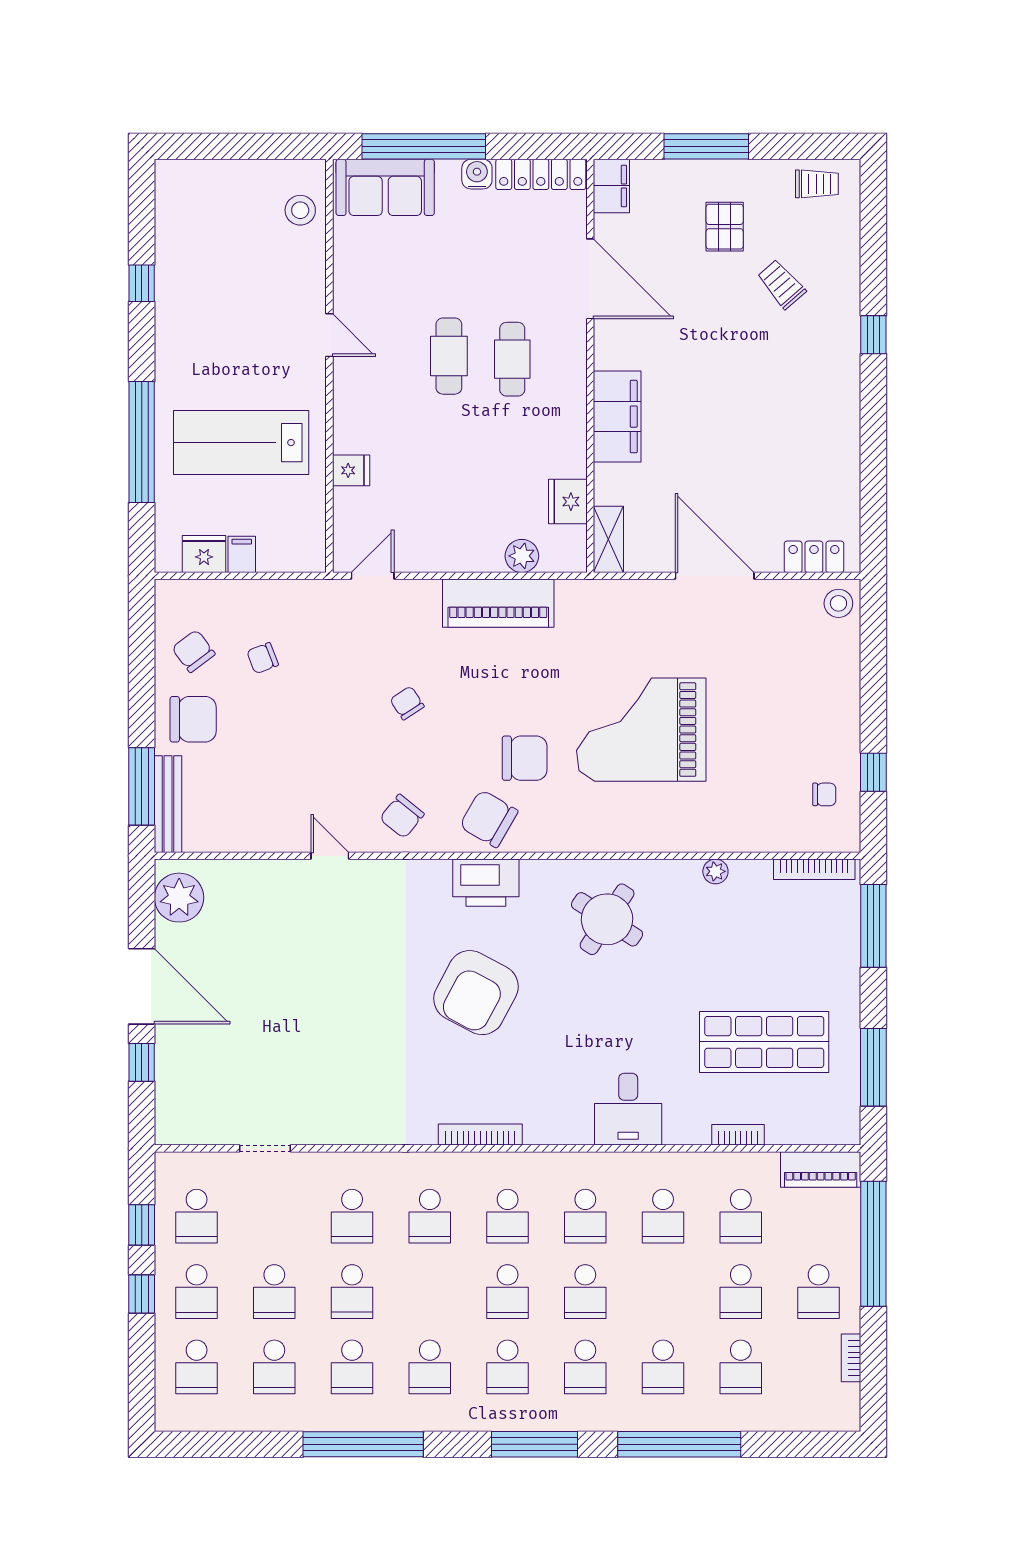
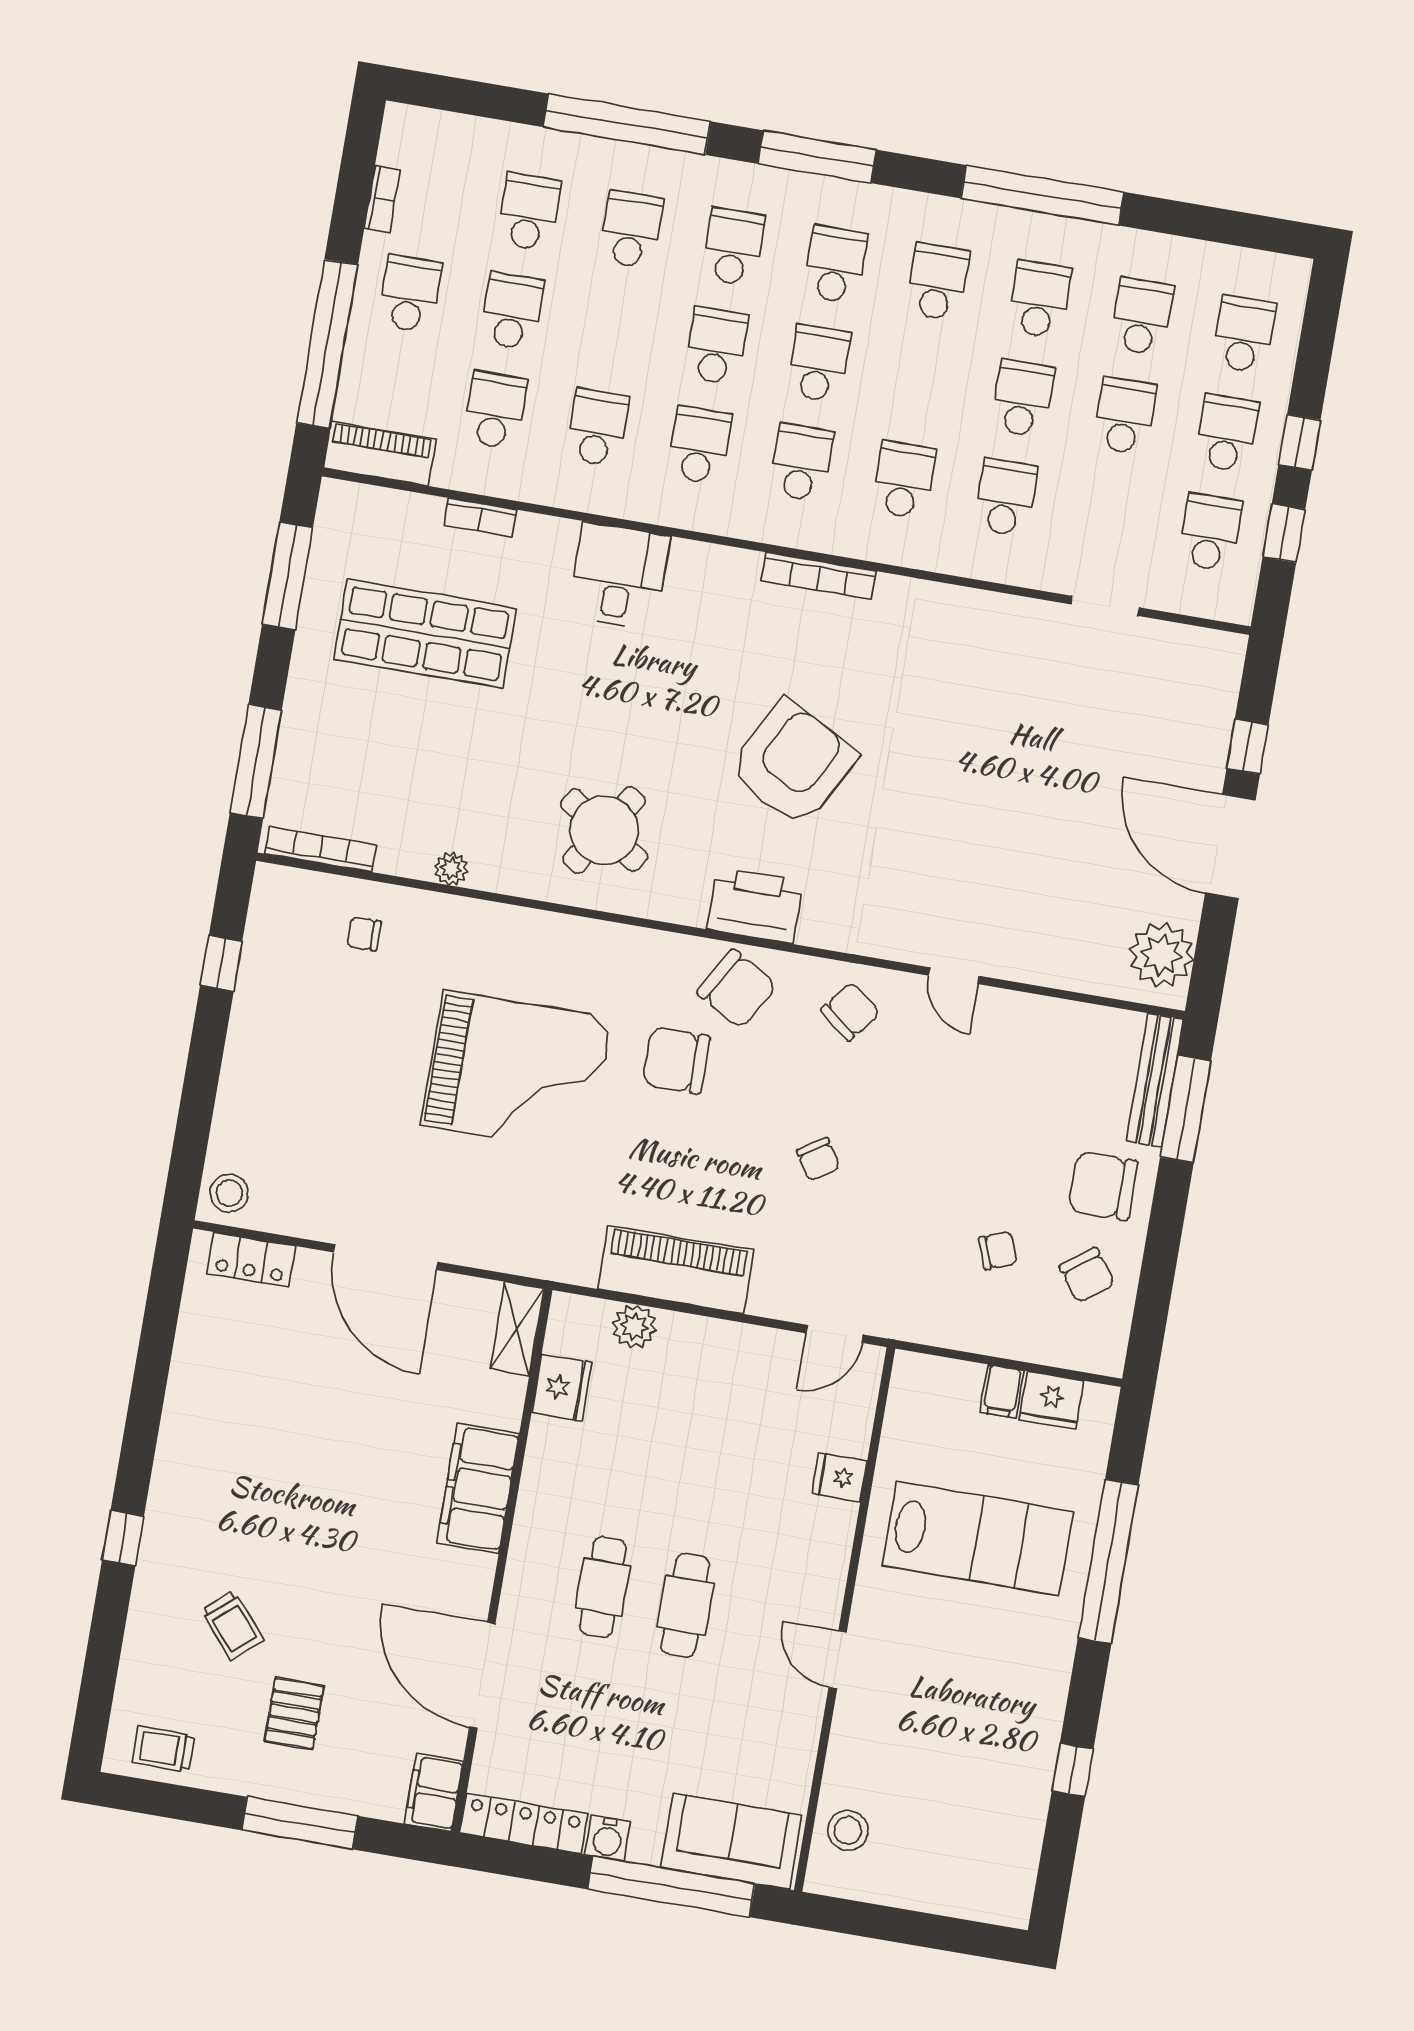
chair: (824, 794) -> (364, 934), moved

